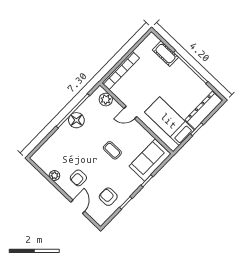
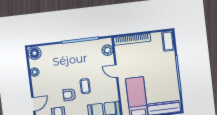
cot: (165, 54) -> (168, 41), moved
floor lamp: (76, 120) -> (34, 53), moved
armchair: (78, 178) -> (69, 95), moved

